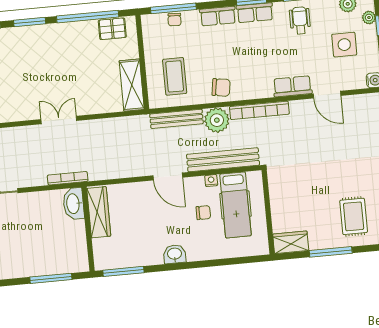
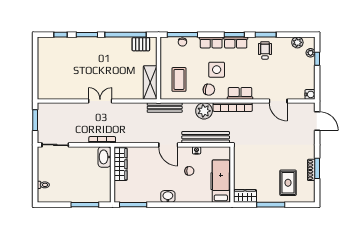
side table: (344, 45) -> (217, 70), moved
row of seats: (292, 86) -> (240, 93), moved
bench: (176, 119) -> (165, 108), moved
hospital bed: (235, 205) -> (221, 181), moved, turned 180

